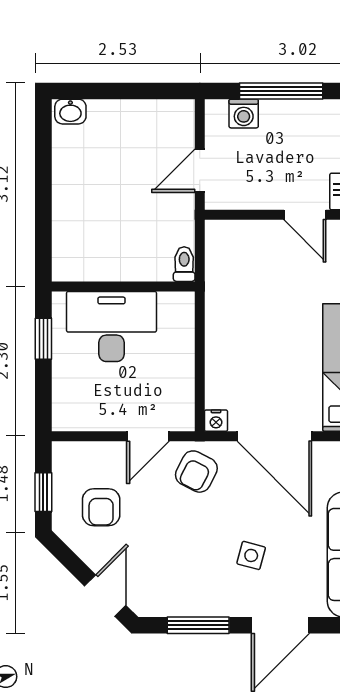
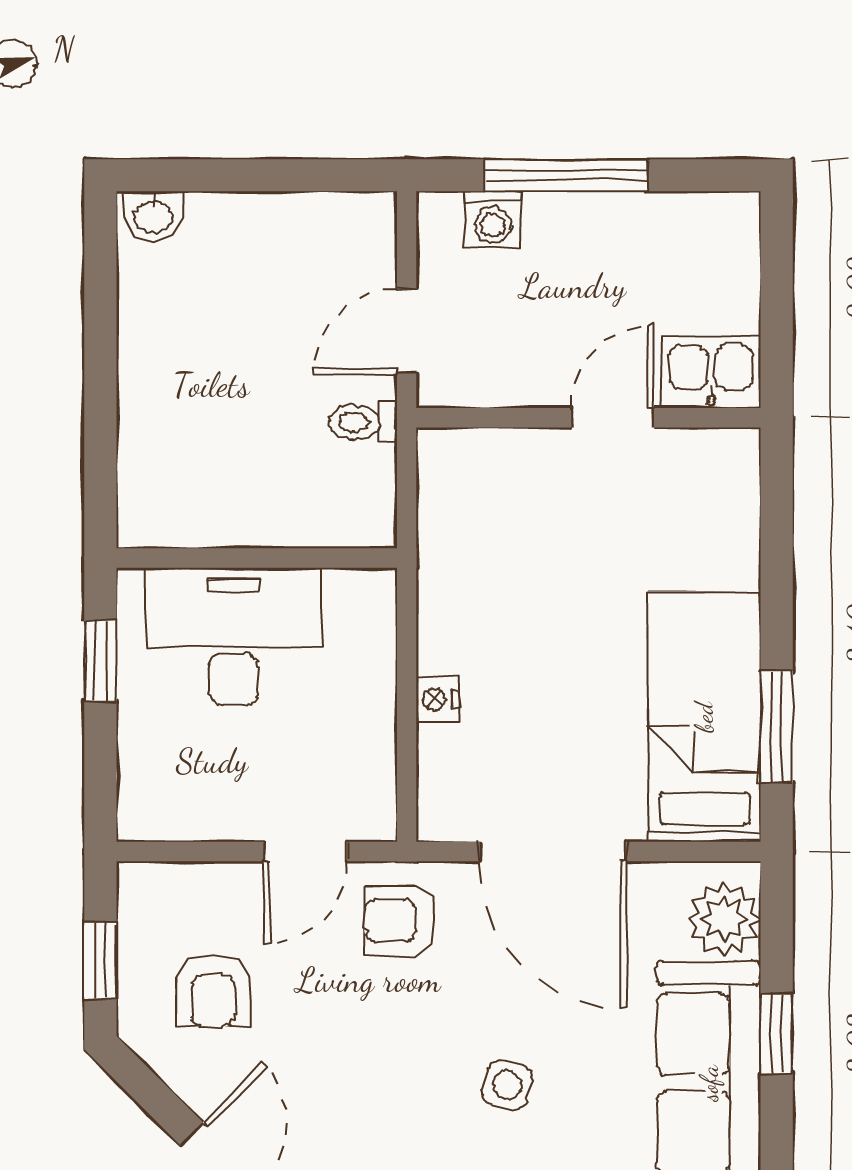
door: (305, 215) -> (613, 418), swing flipped
toilet: (184, 264) -> (363, 422), moved, turned -90
nightstand: (216, 421) -> (437, 699), moved, turned 90
armchair: (196, 472) -> (400, 921), turned 63

